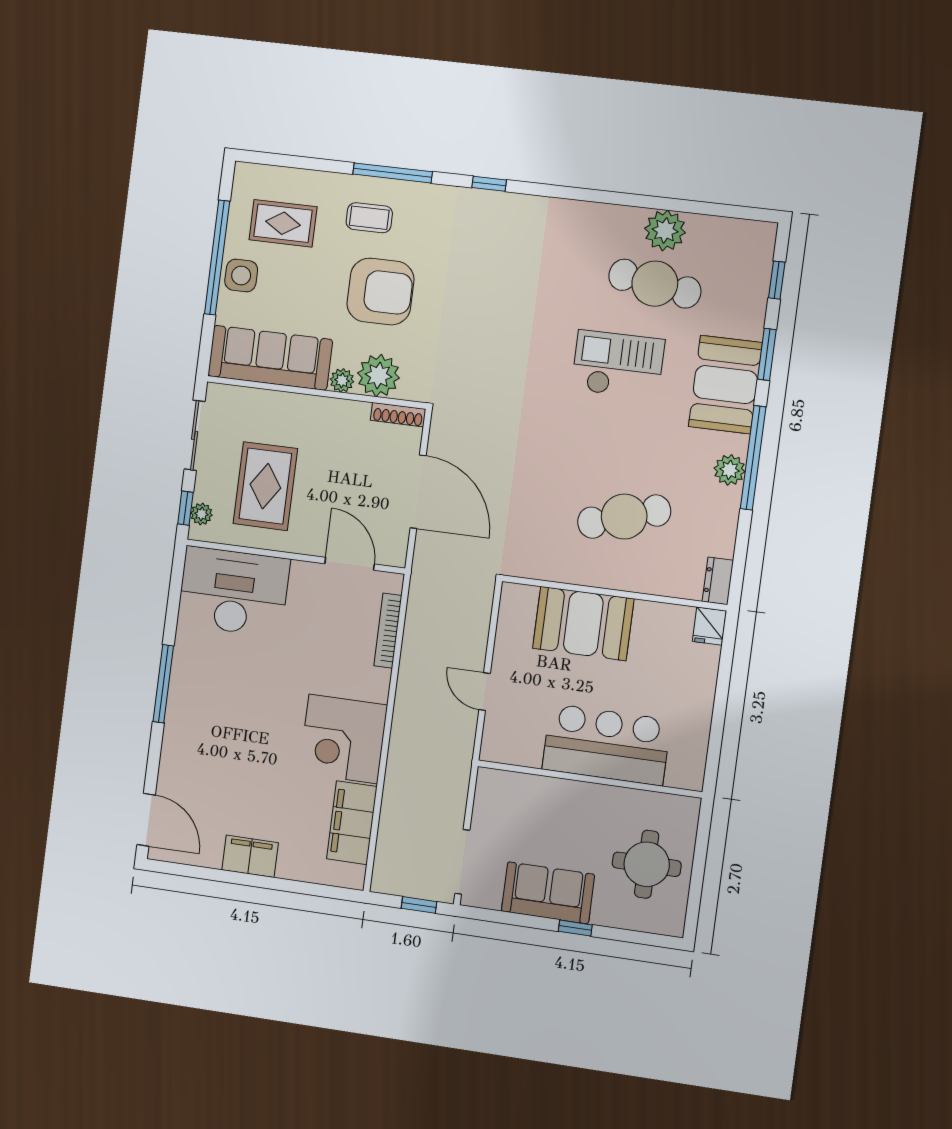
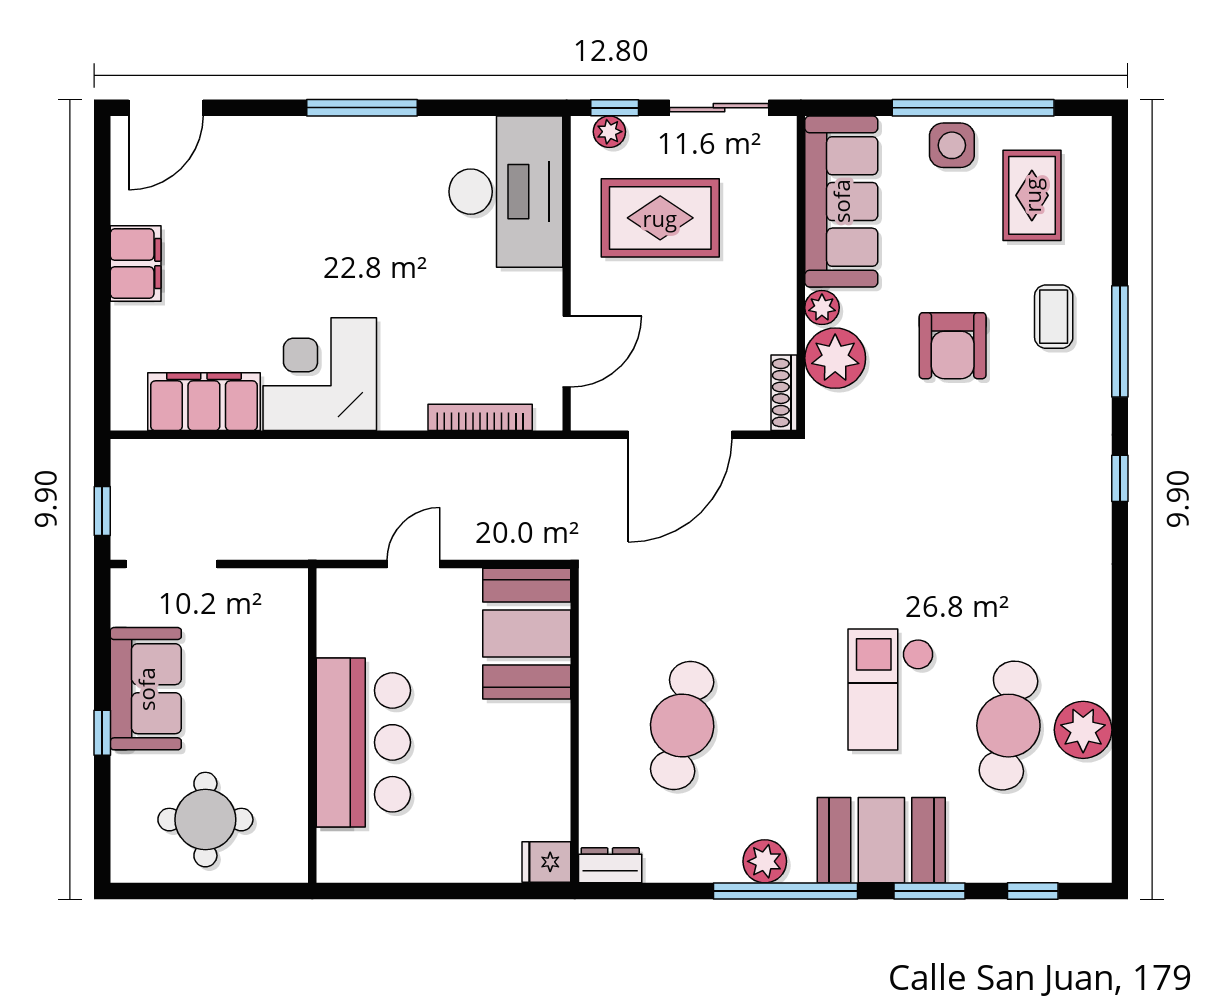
armchair: (380, 292) -> (953, 346), width x0.73, depth x0.73
checkout: (618, 365) -> (891, 689), turned 180
cafe table: (624, 517) -> (682, 726), turned 30
booth: (583, 624) -> (527, 634), moved

